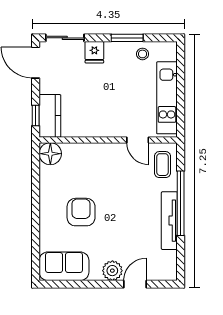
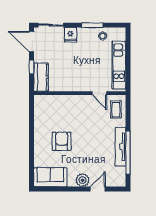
window: (36, 116) -> (31, 67), moved
floor lamp: (50, 154) -> (41, 102), removed
window: (181, 203) -> (128, 153), moved

